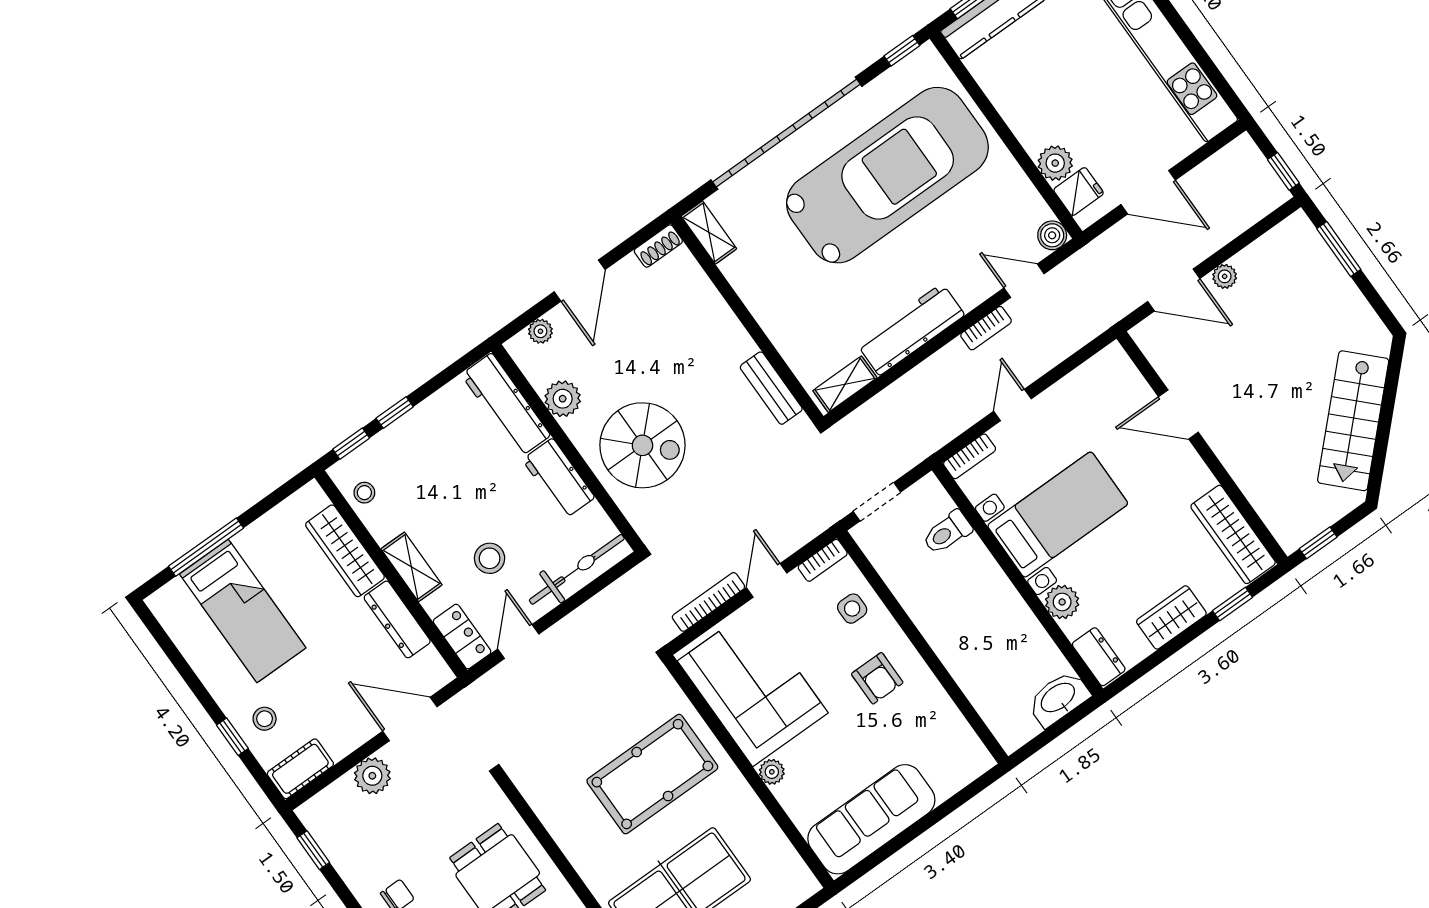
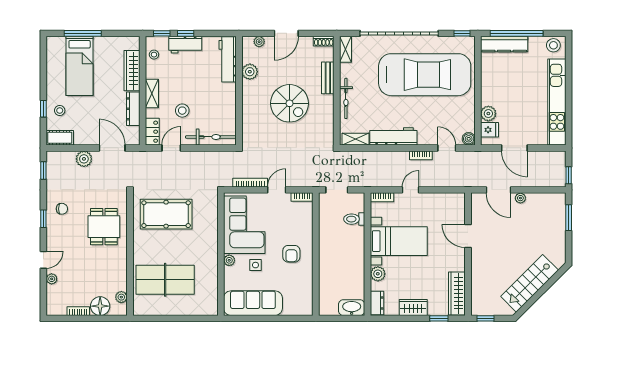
bicycle: (774, 322) -> (346, 98), added
bench: (771, 388) -> (328, 78), moved
spiral stairs: (642, 445) -> (290, 103), moved
workbench: (558, 479) -> (185, 45), moved, turned -90
side table: (852, 609) -> (255, 265), moved
pool table: (652, 774) -> (166, 214), moved

